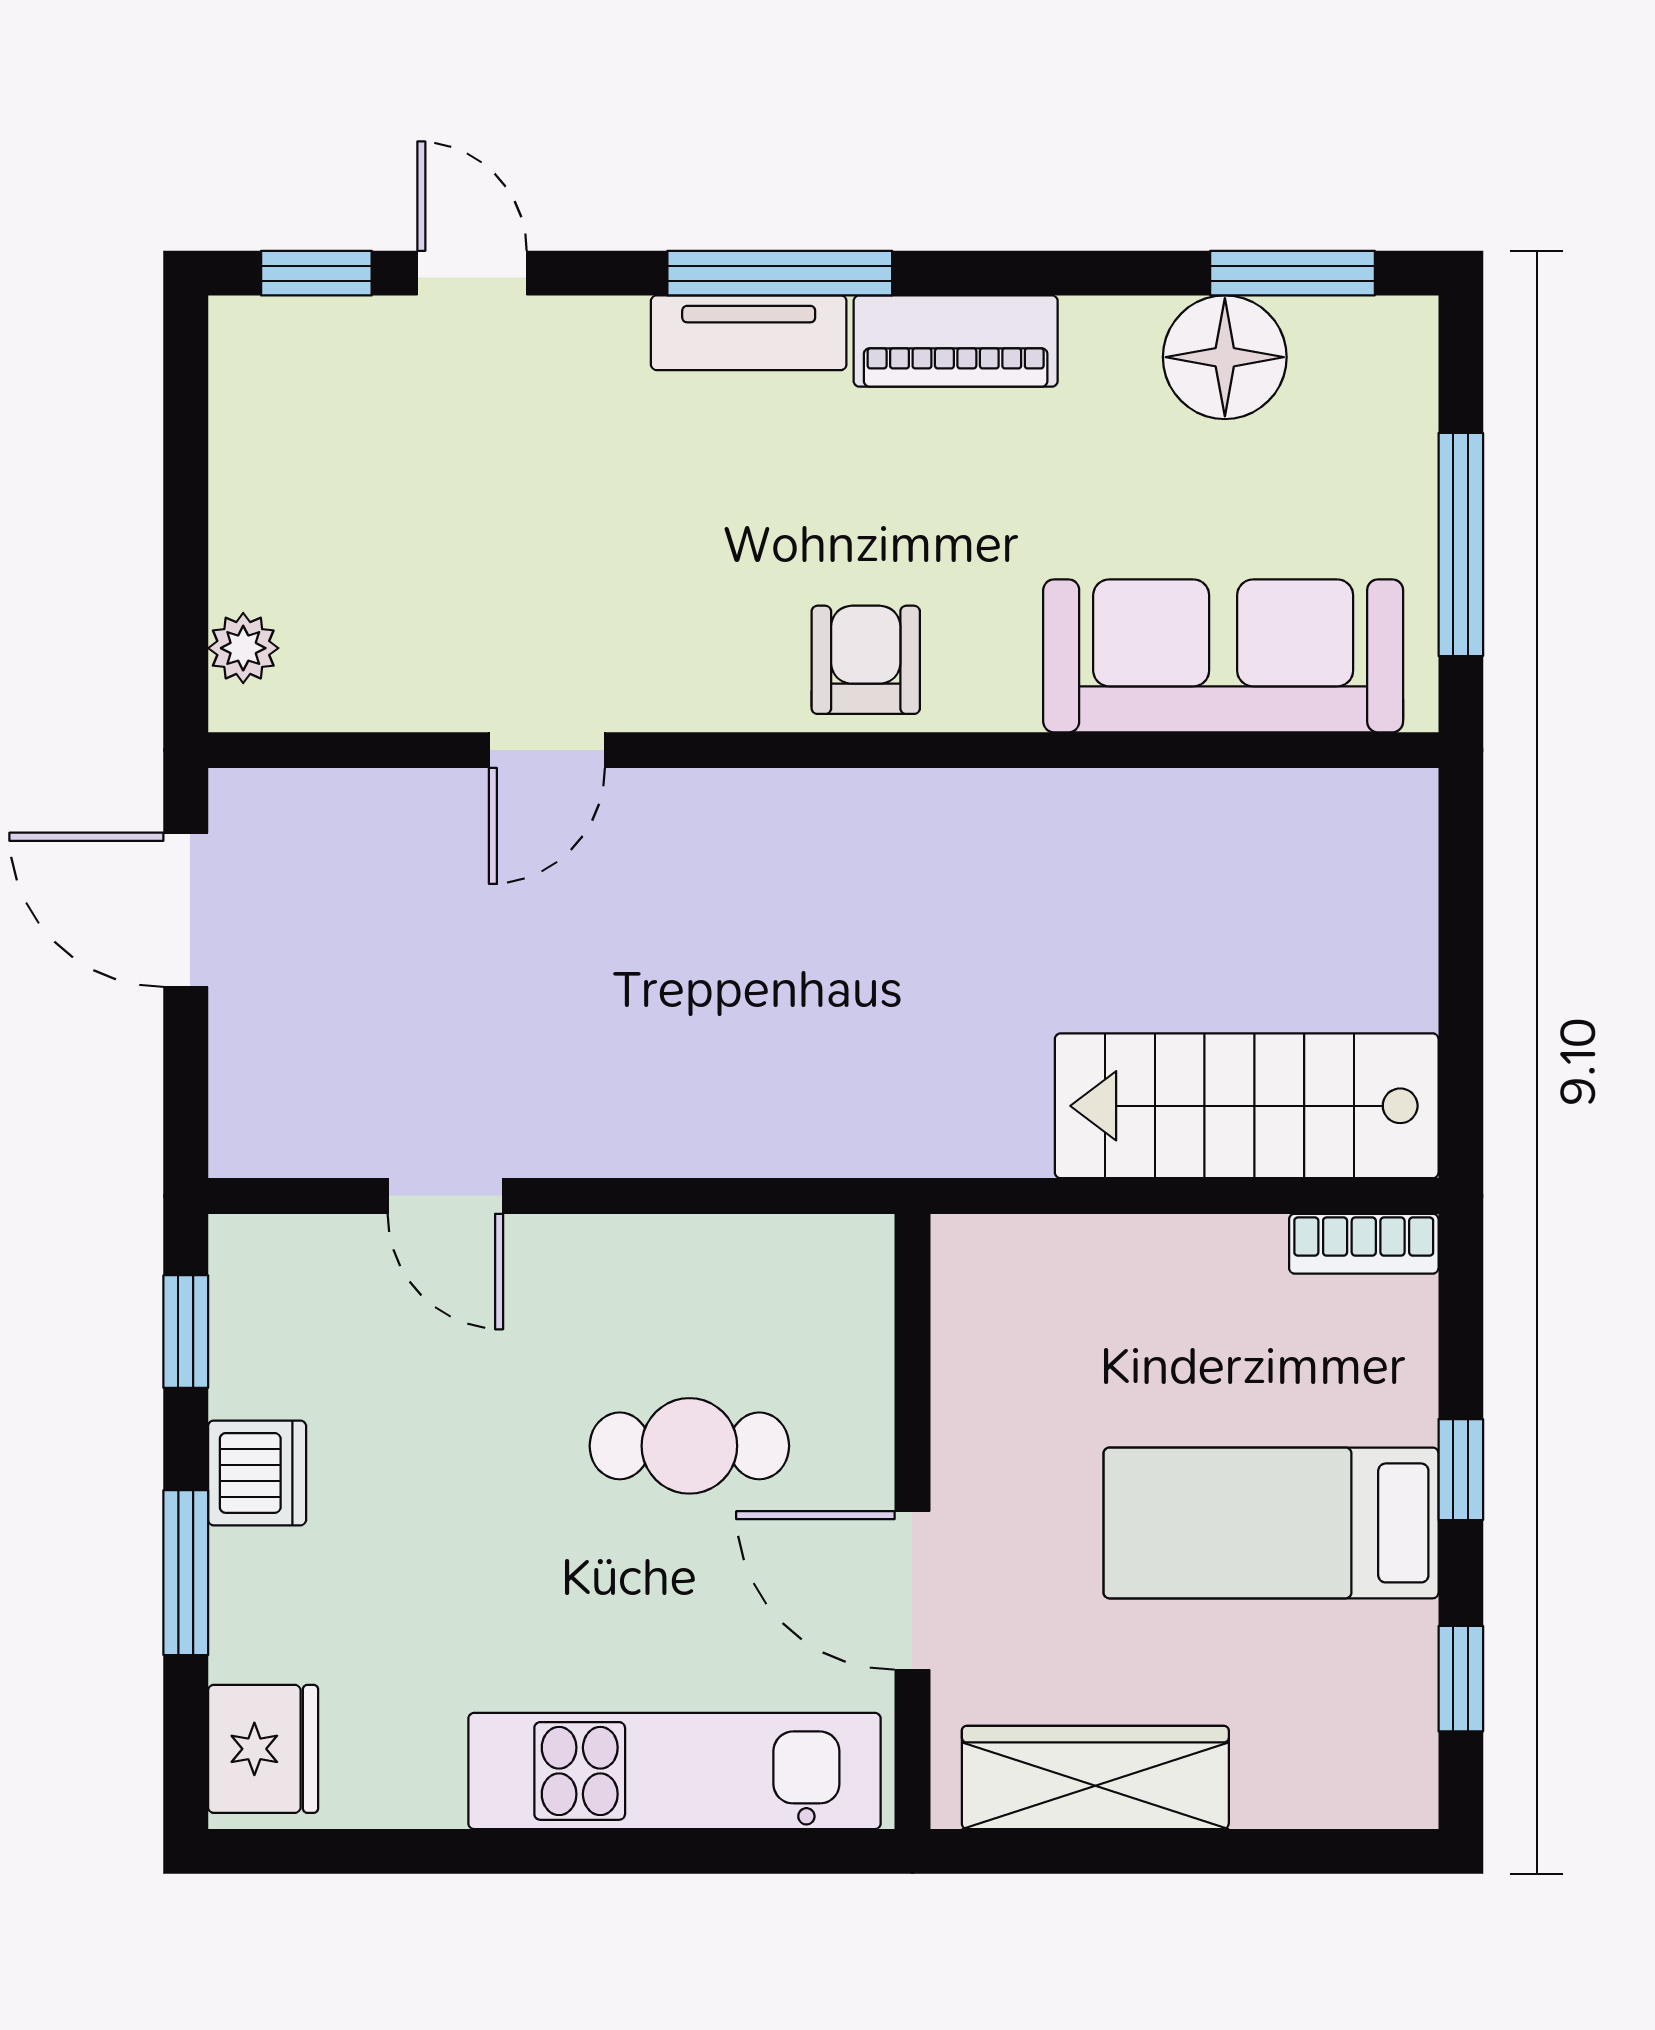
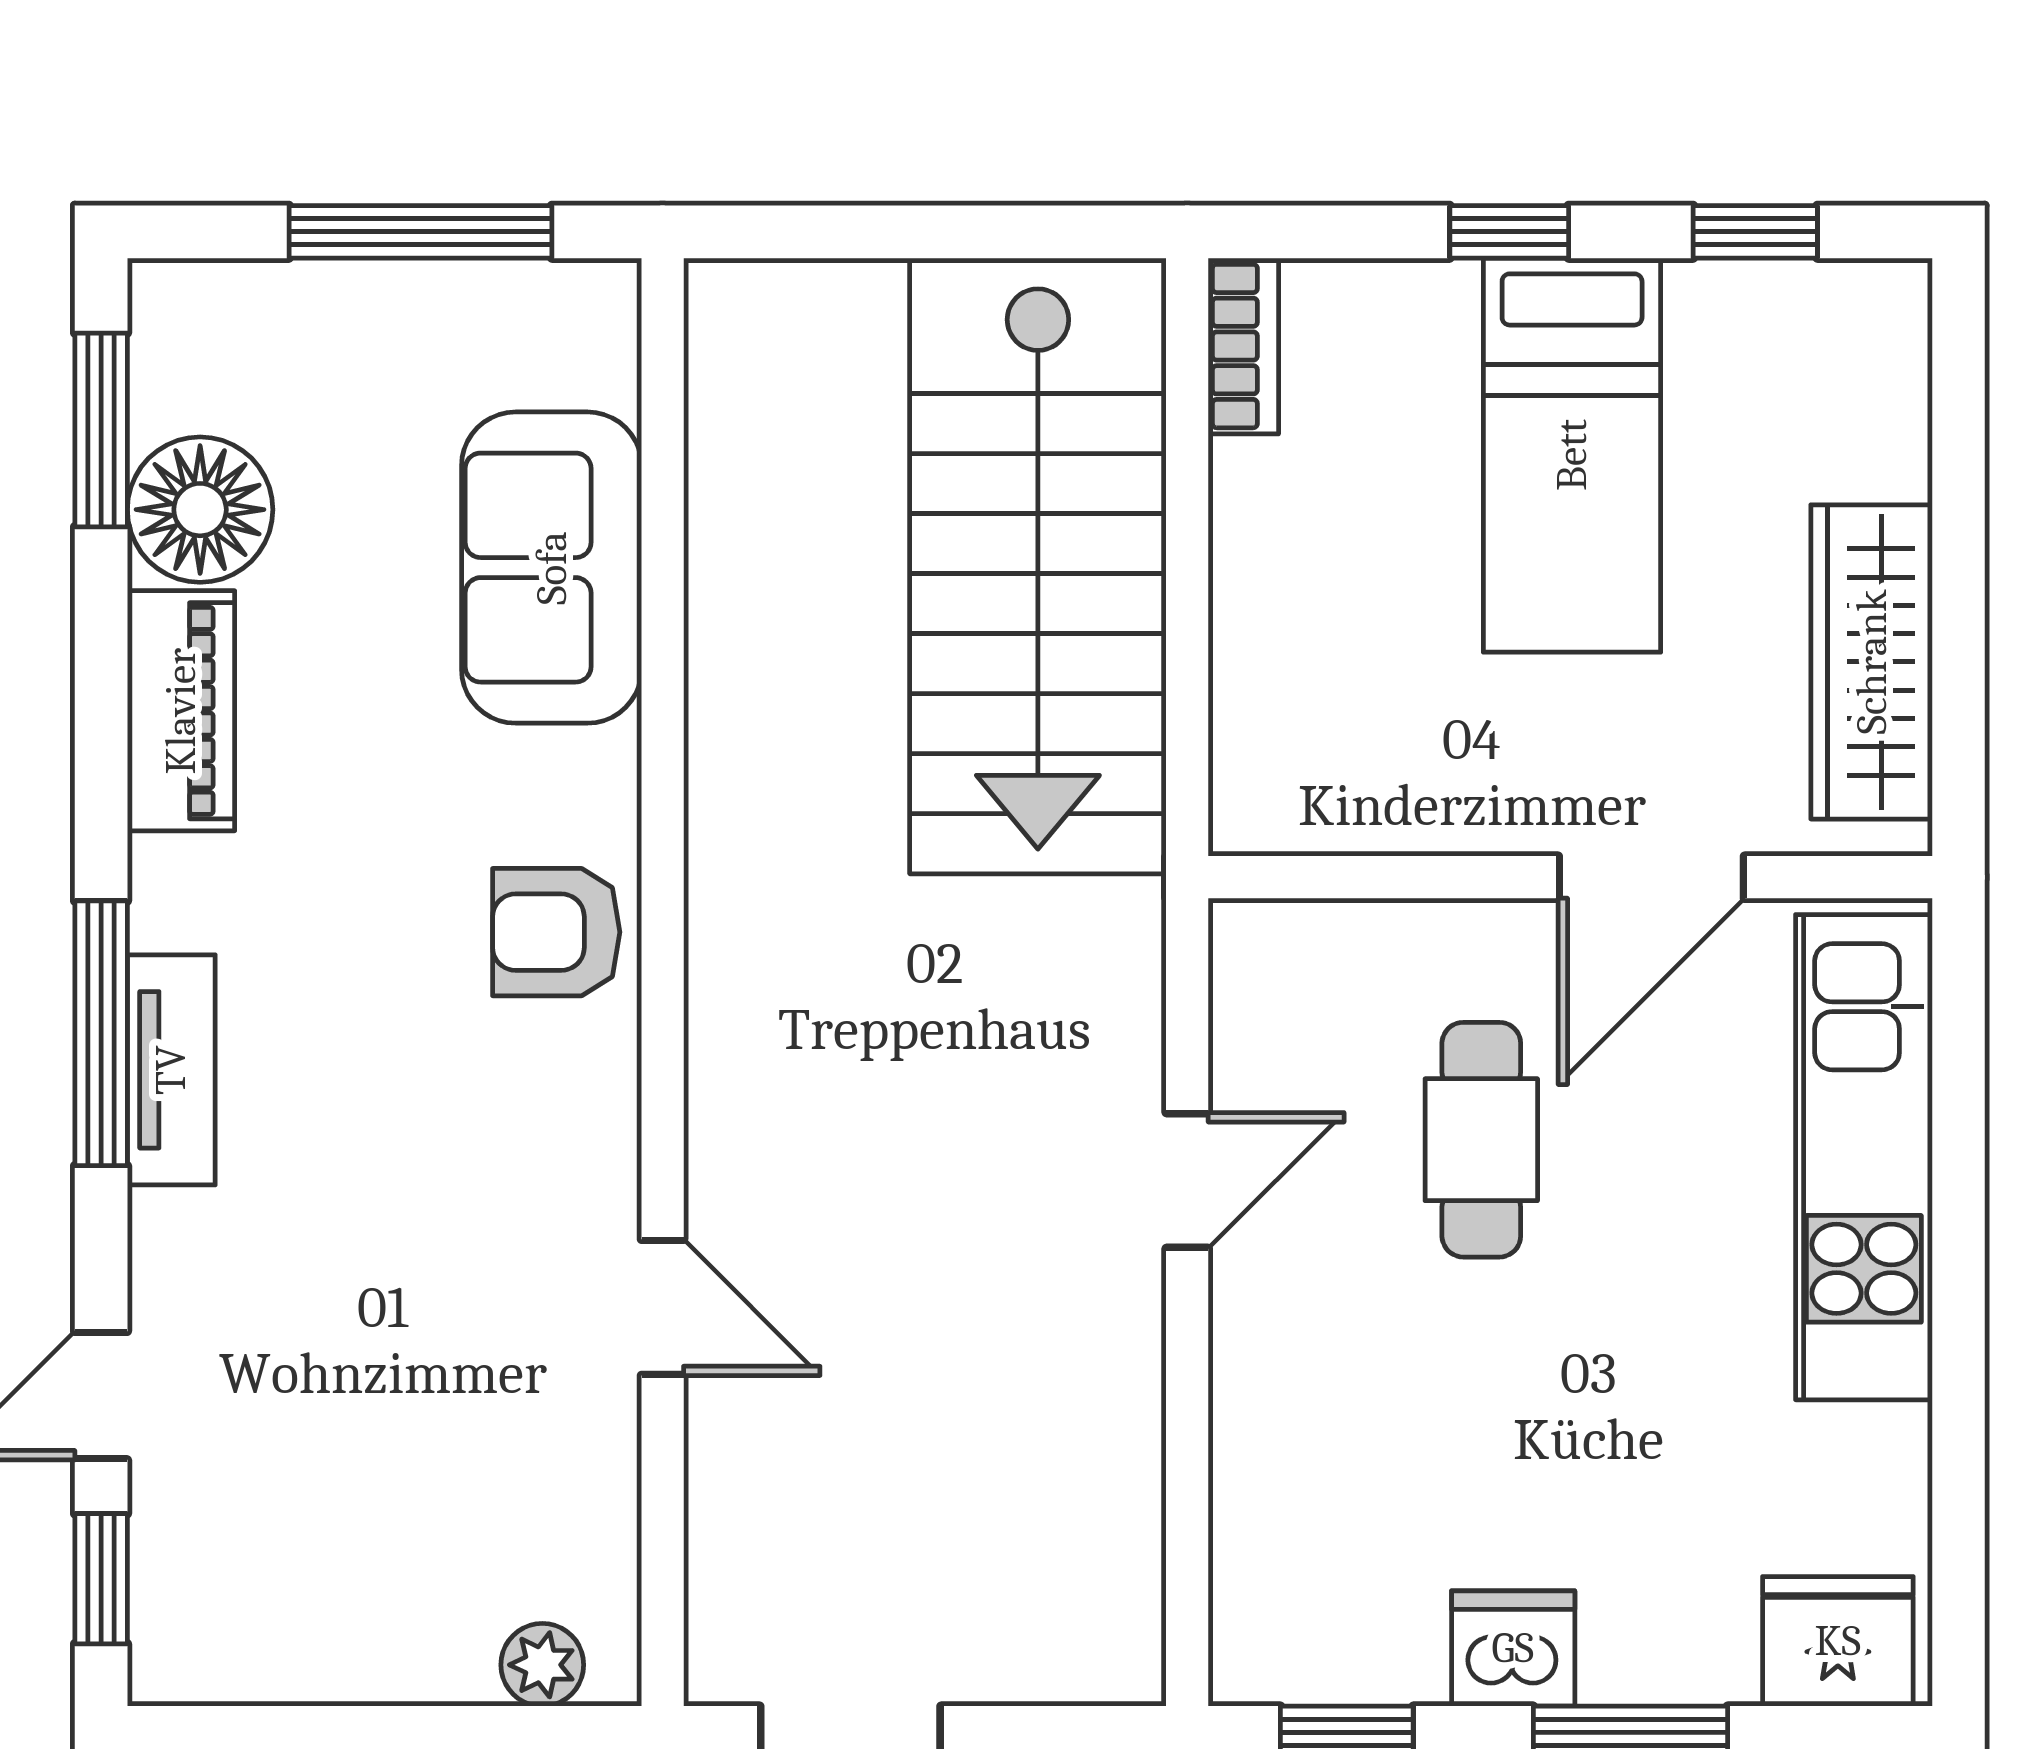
piano: (956, 341) -> (181, 711), moved
sofa: (1223, 656) -> (552, 568), width x0.73
stairs: (1247, 1106) -> (1038, 566), width x1.36, depth x1.51
door: (445, 1196) -> (1187, 1181), moved

